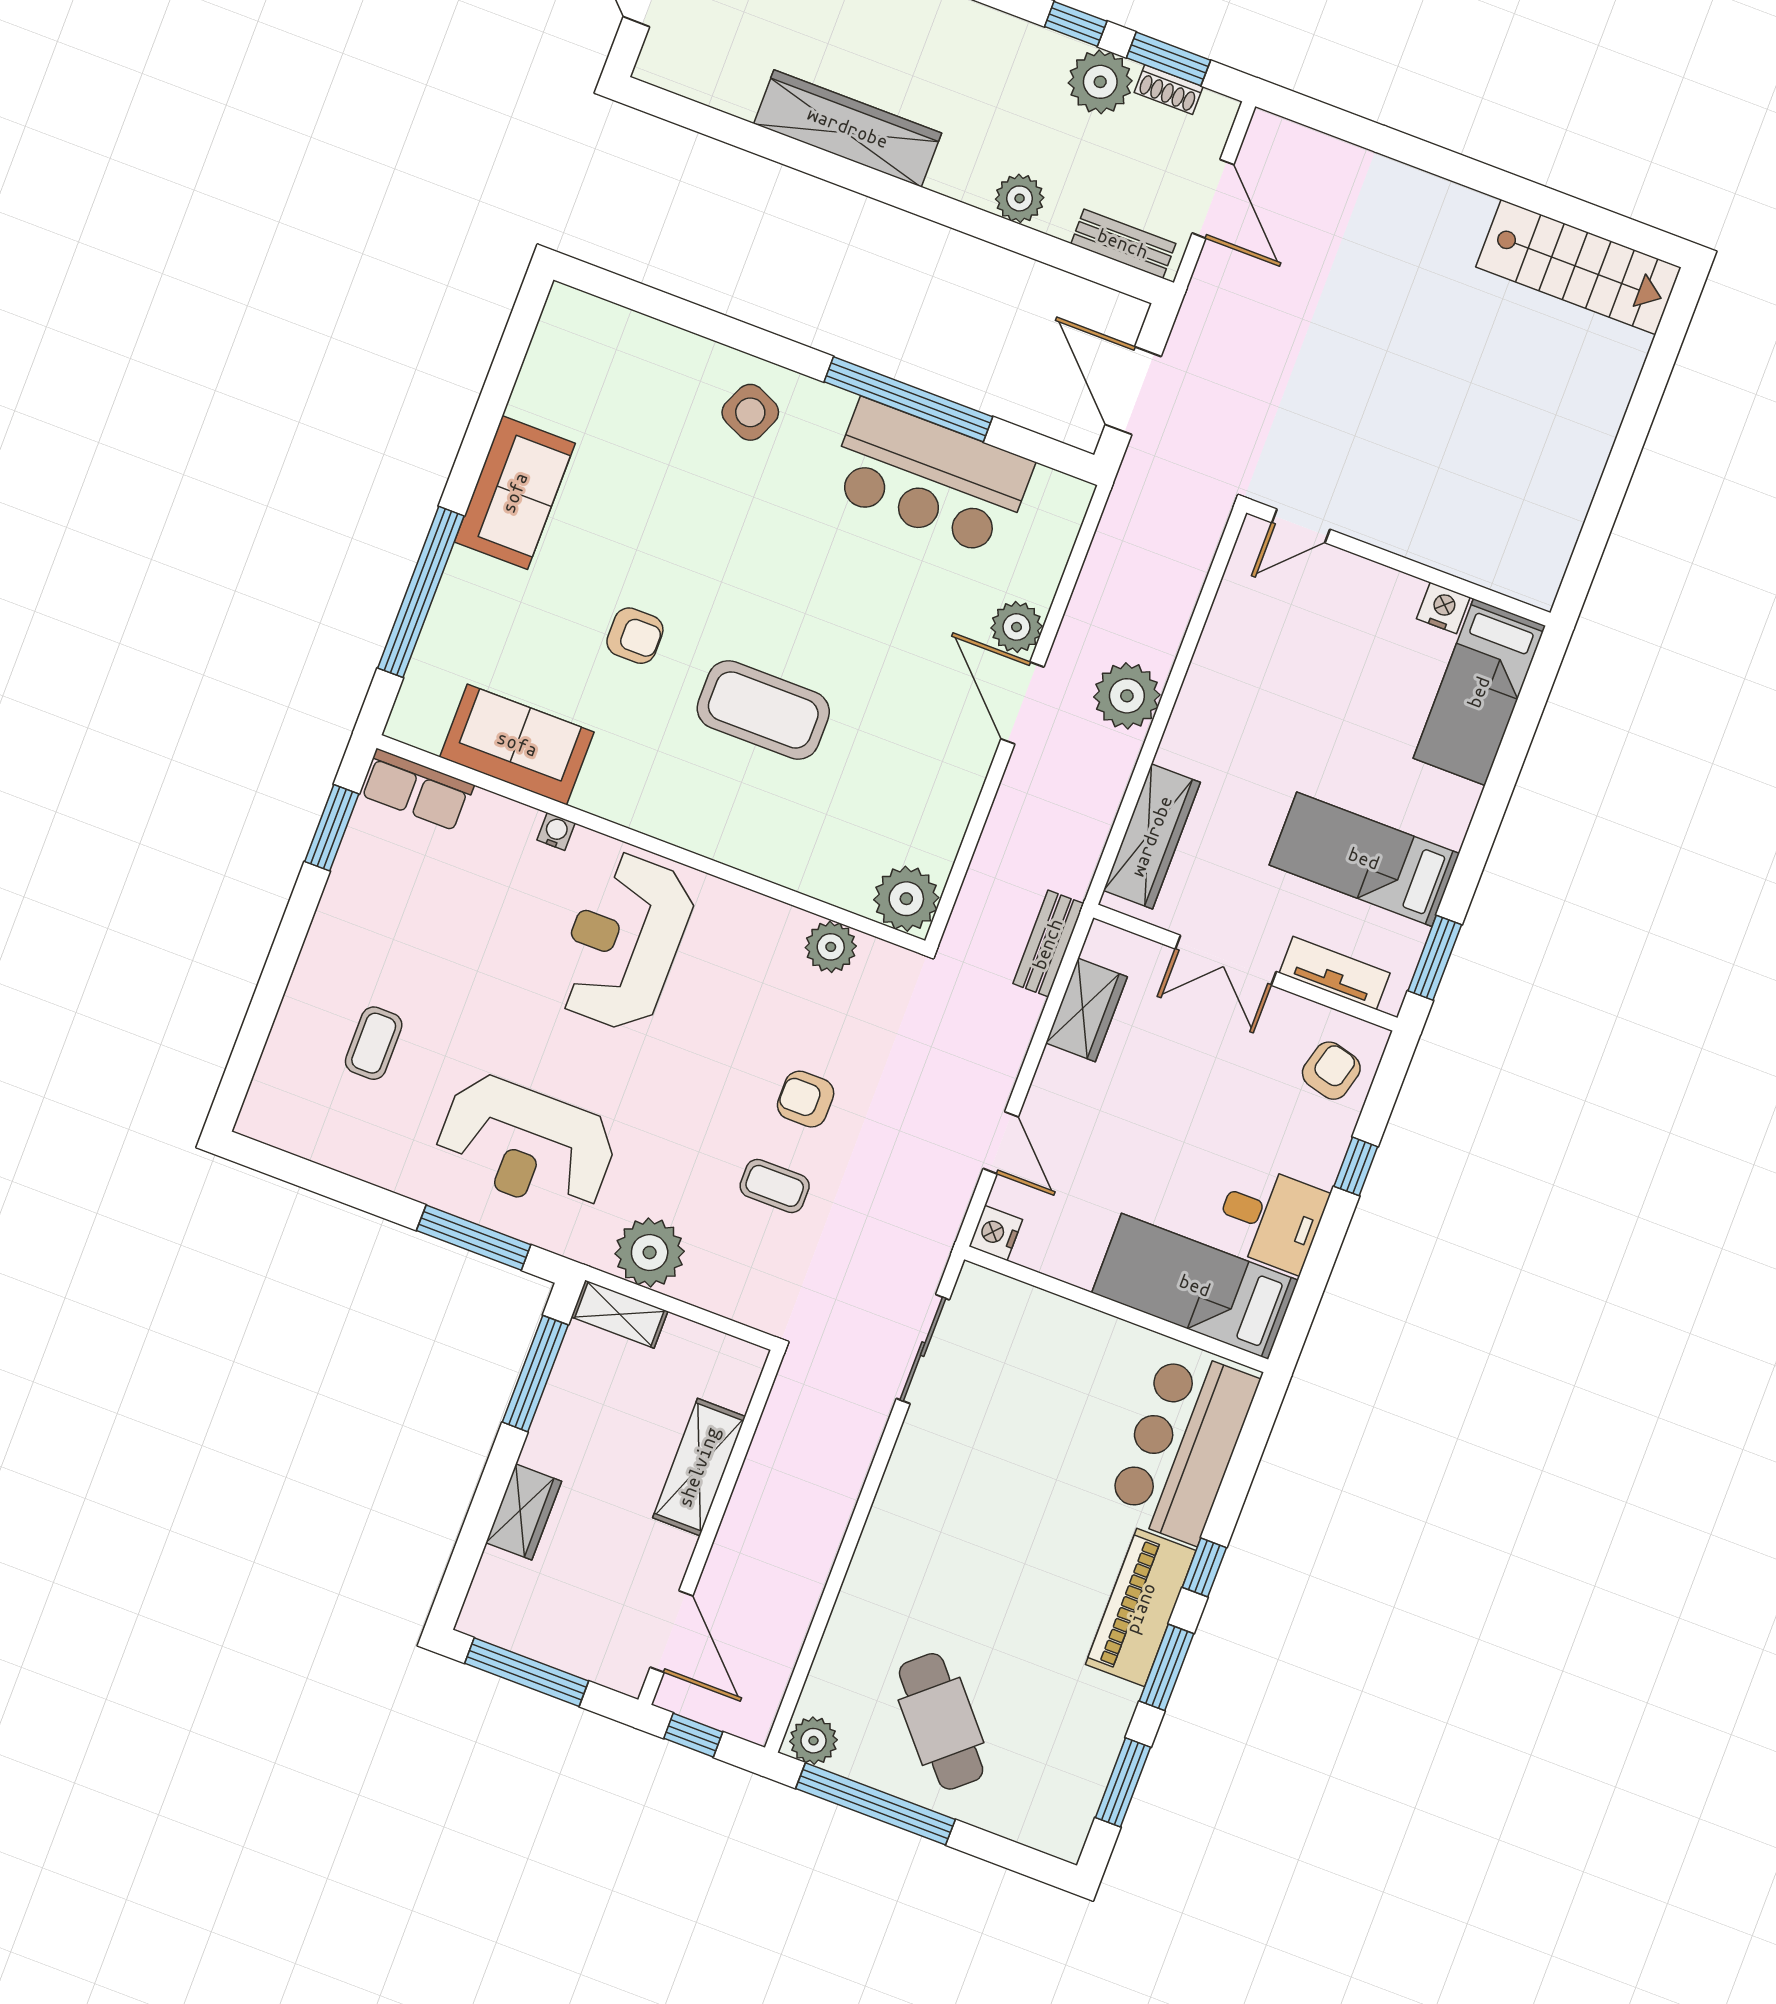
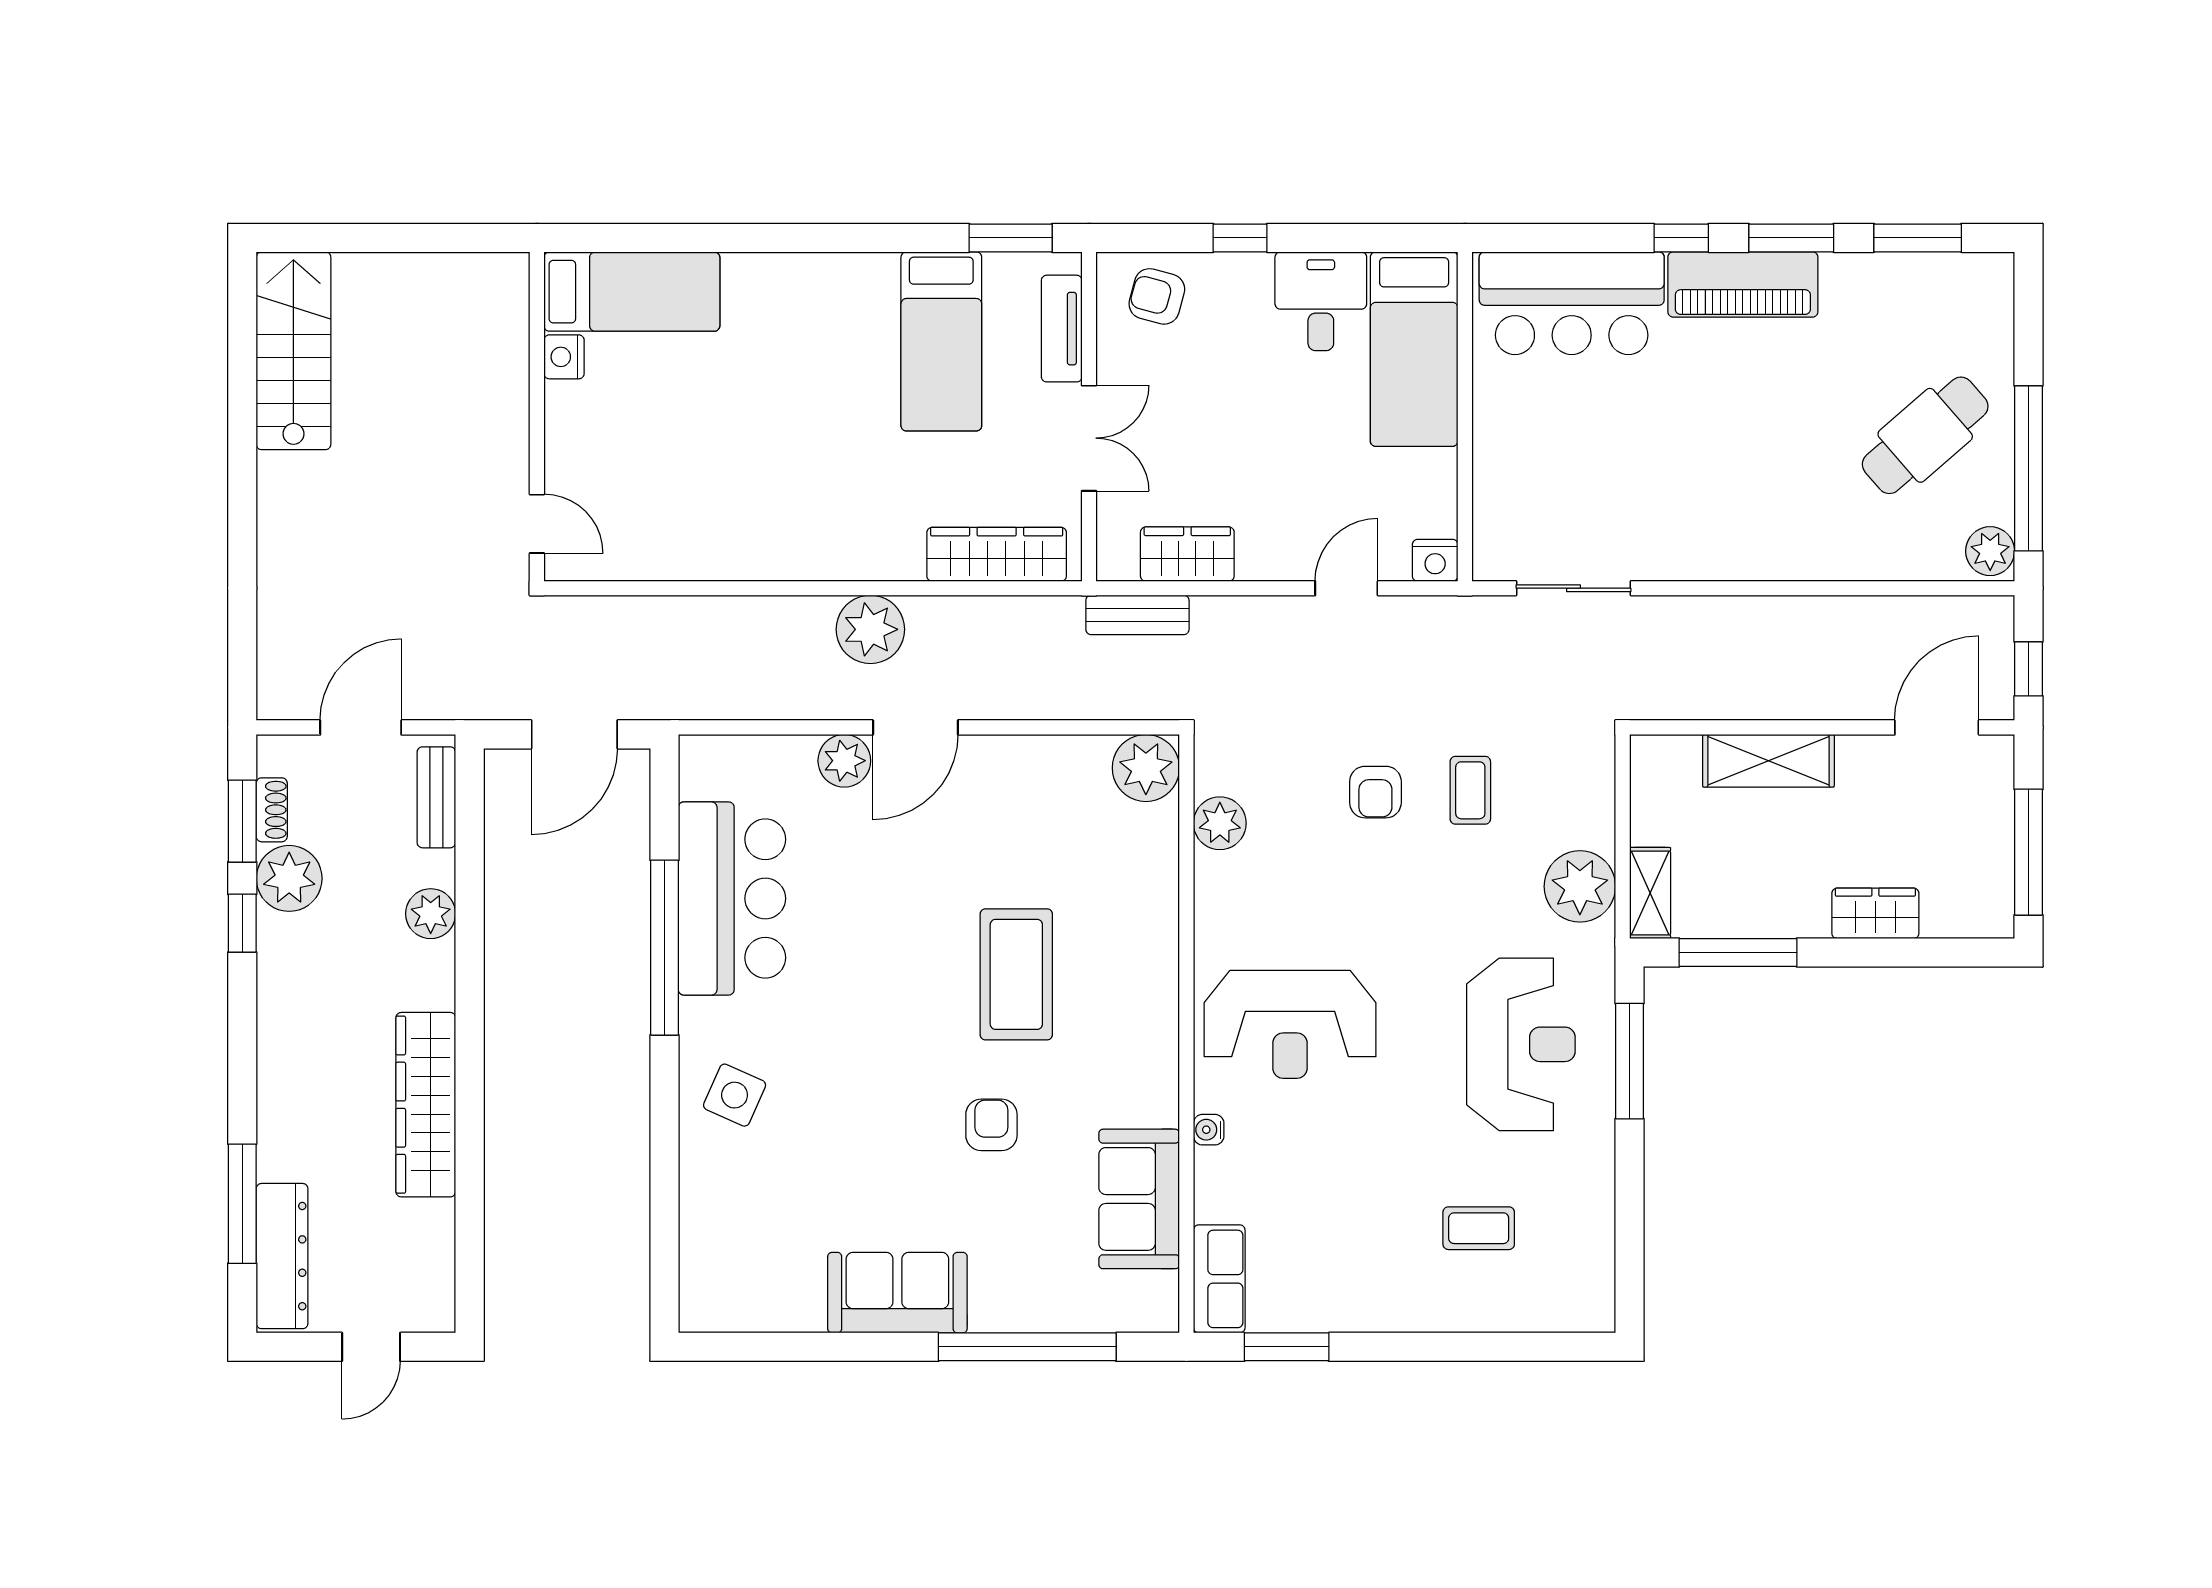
door: (1301, 526) -> (537, 524), moved
wall: (1398, 563) -> (537, 417), moved
nightstand: (1443, 608) -> (564, 357), moved
bed: (1479, 692) -> (632, 292), moved

